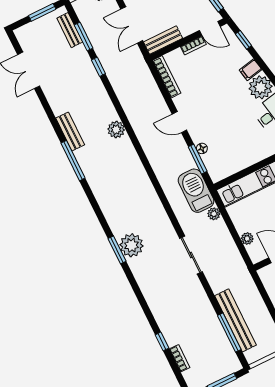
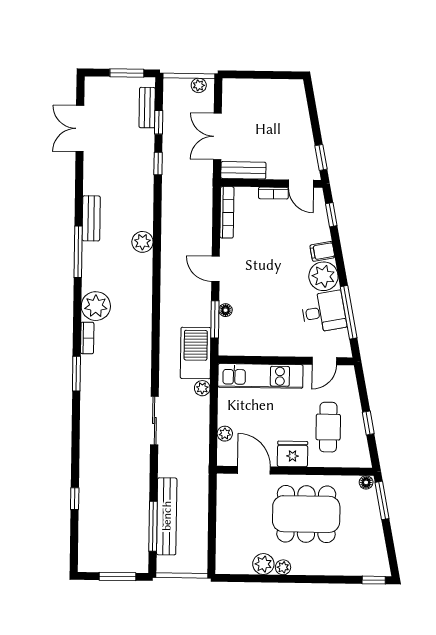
window: (84, 37) -> (159, 122), width x0.67
plant: (131, 245) -> (96, 306), moved
bookcase: (180, 358) -> (87, 338), moved

